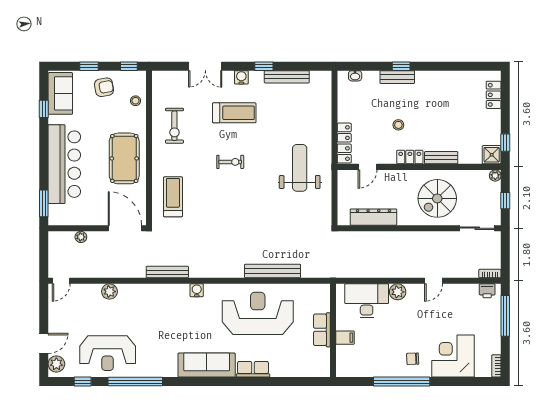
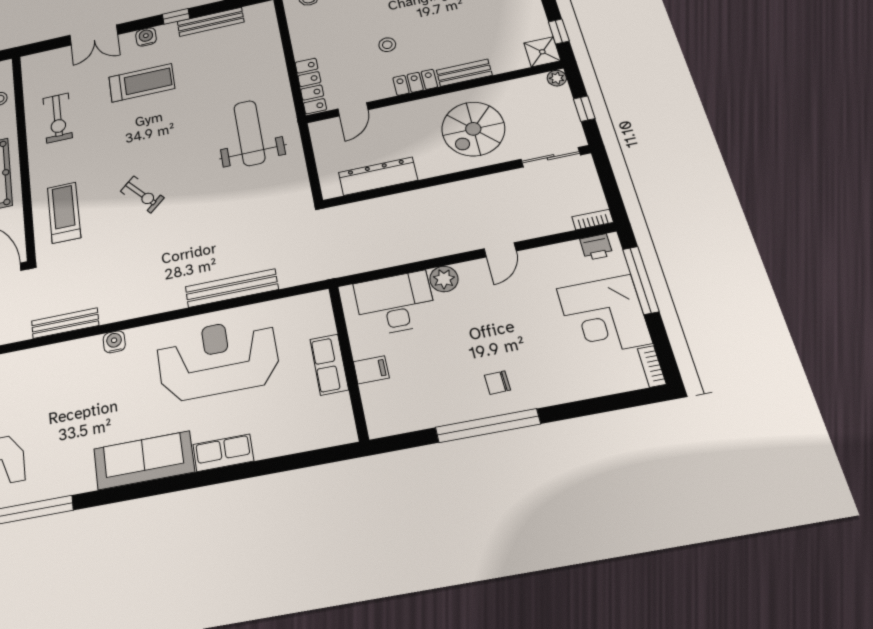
exercise bike: (230, 162) -> (142, 194), moved, turned 48
corner desk: (453, 356) -> (604, 316), moved, turned -90

